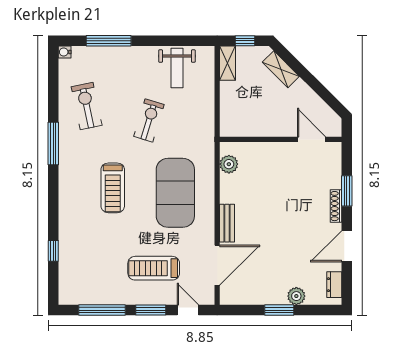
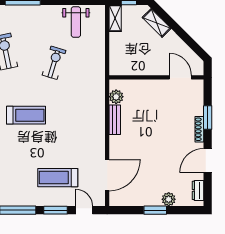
treadmill: (113, 188) -> (26, 115), turned -90
exercise mat: (175, 193) -> (75, 119), removed
bench: (227, 223) -> (115, 120), moved

